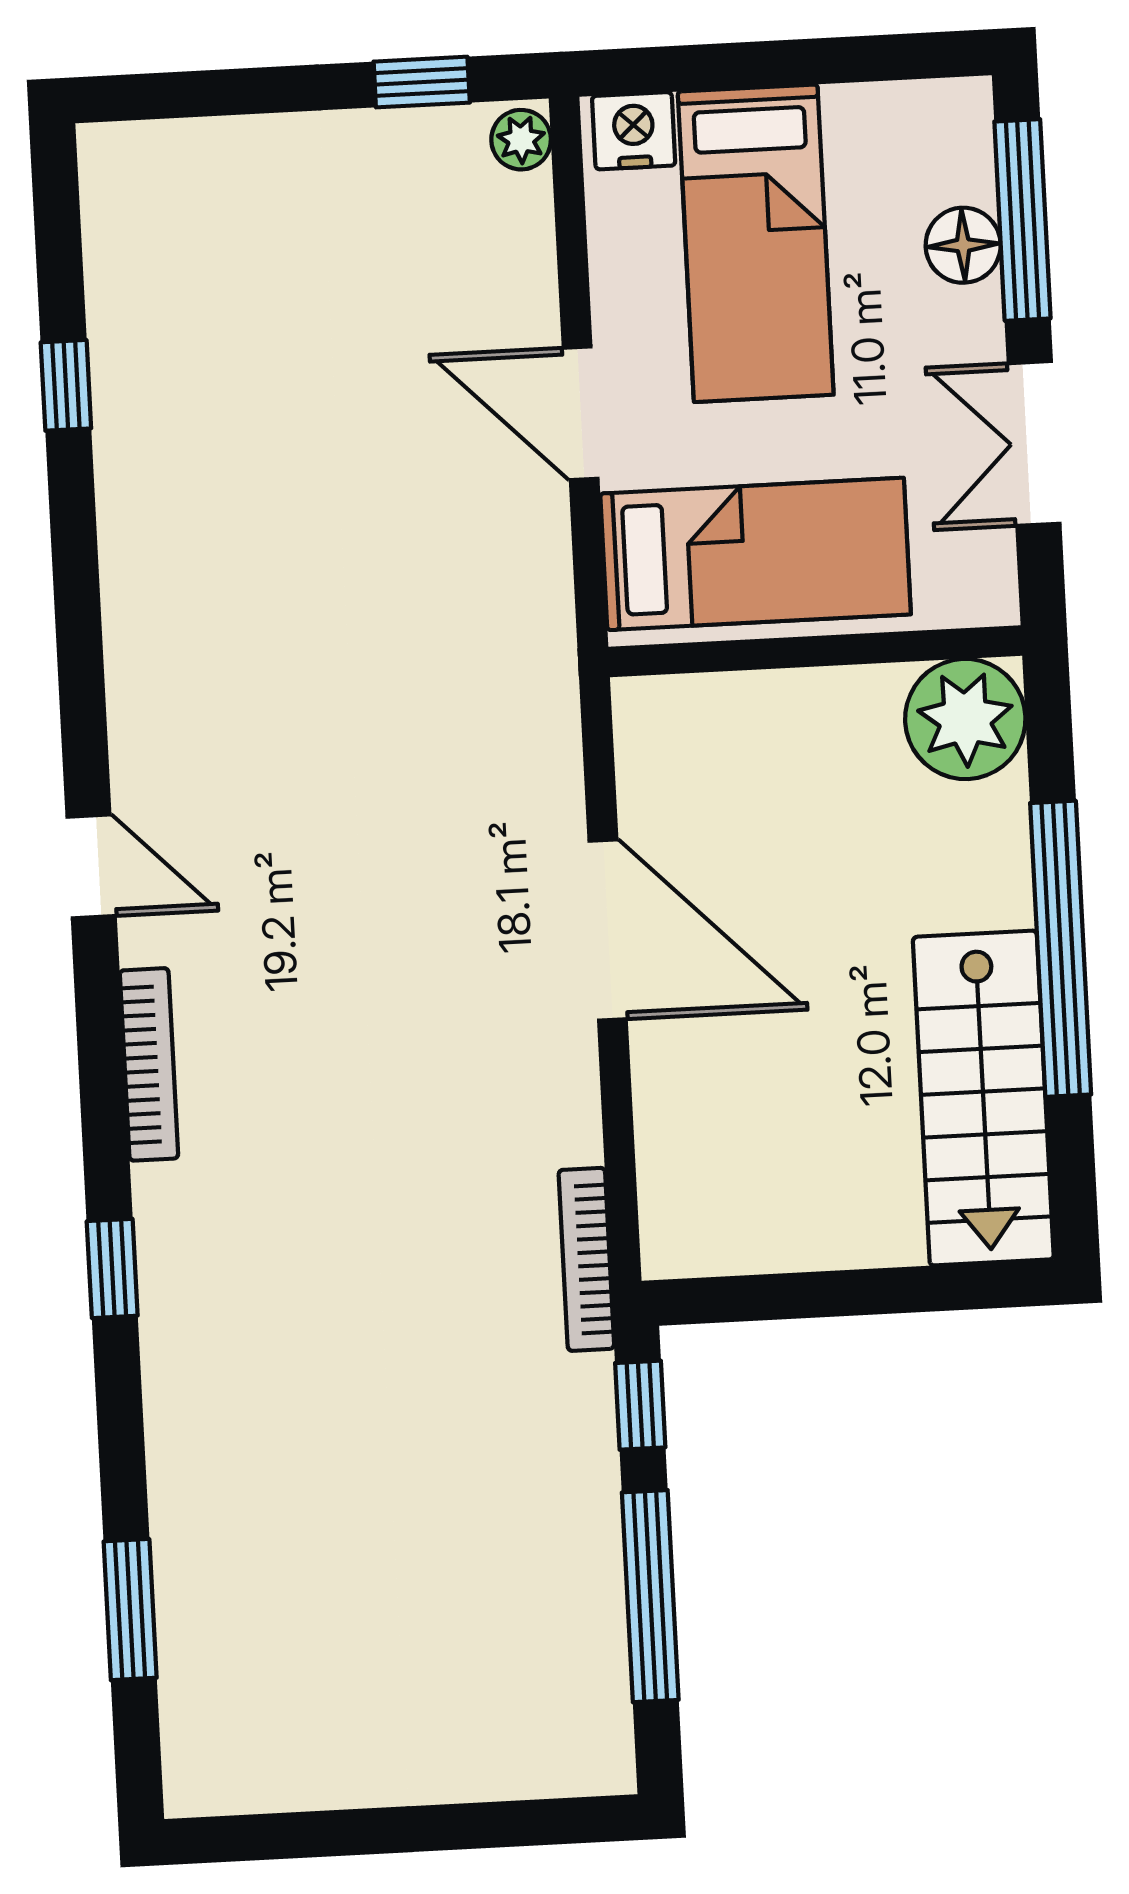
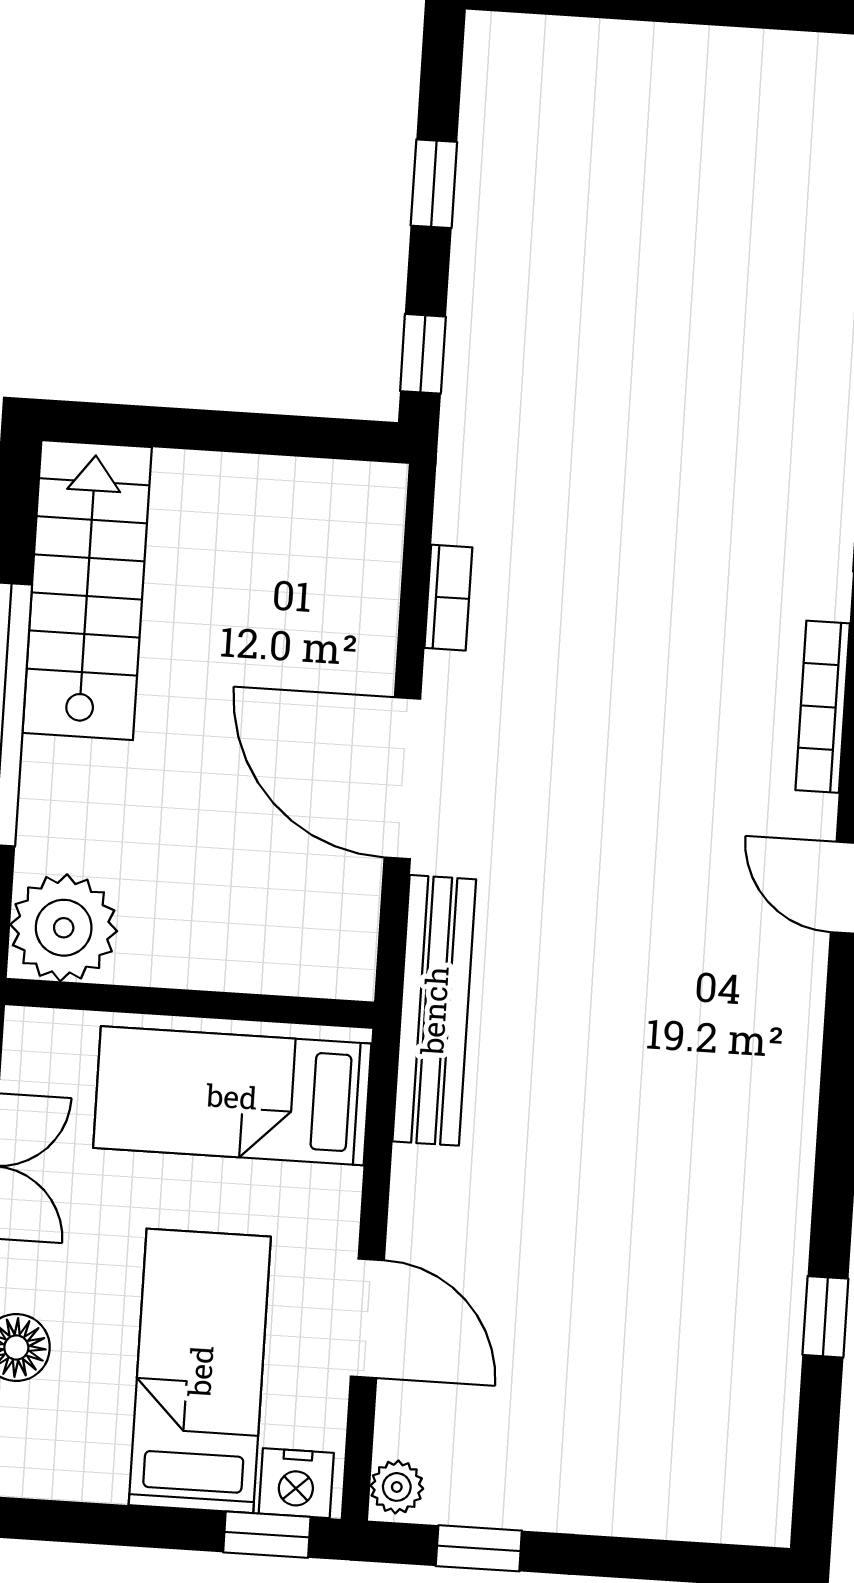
window: (660, 70) -> (267, 1535), added
door: (581, 413) -> (367, 1318), moved
bench: (542, 675) -> (434, 1010), added
bookcase: (586, 1259) -> (448, 598), moved, width x0.64
window: (650, 1596) -> (434, 184), width x0.46

